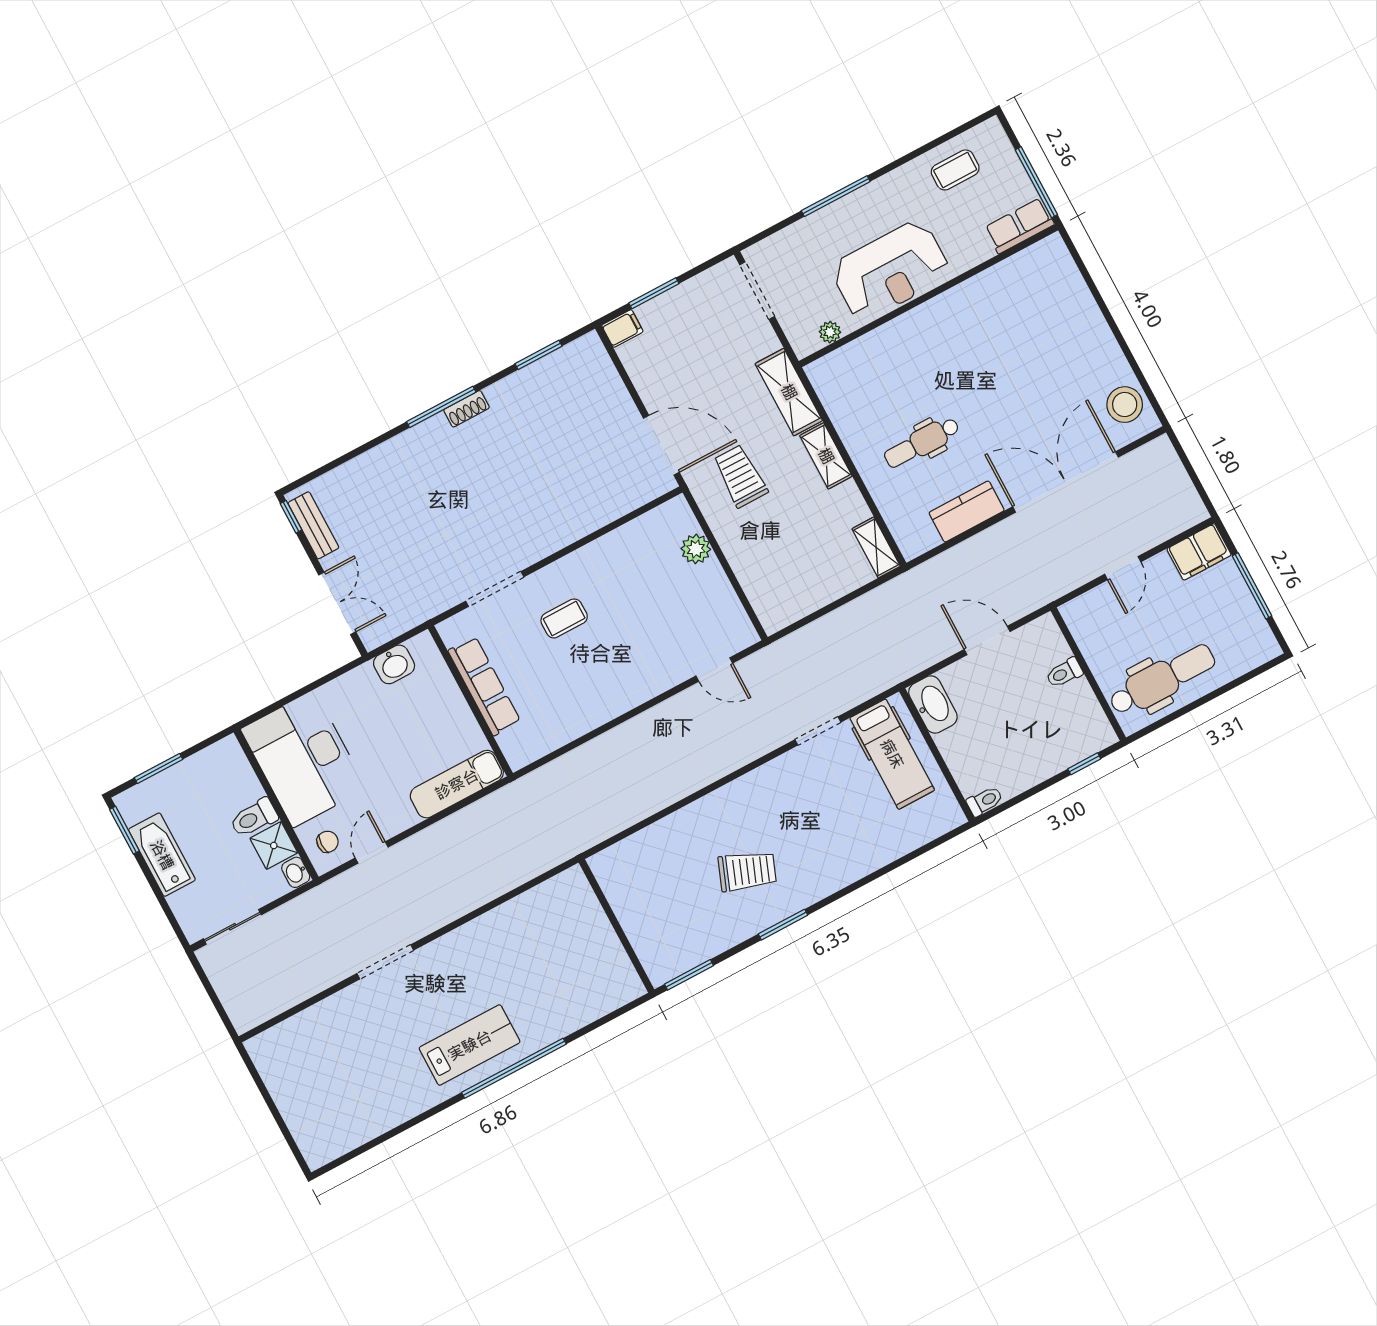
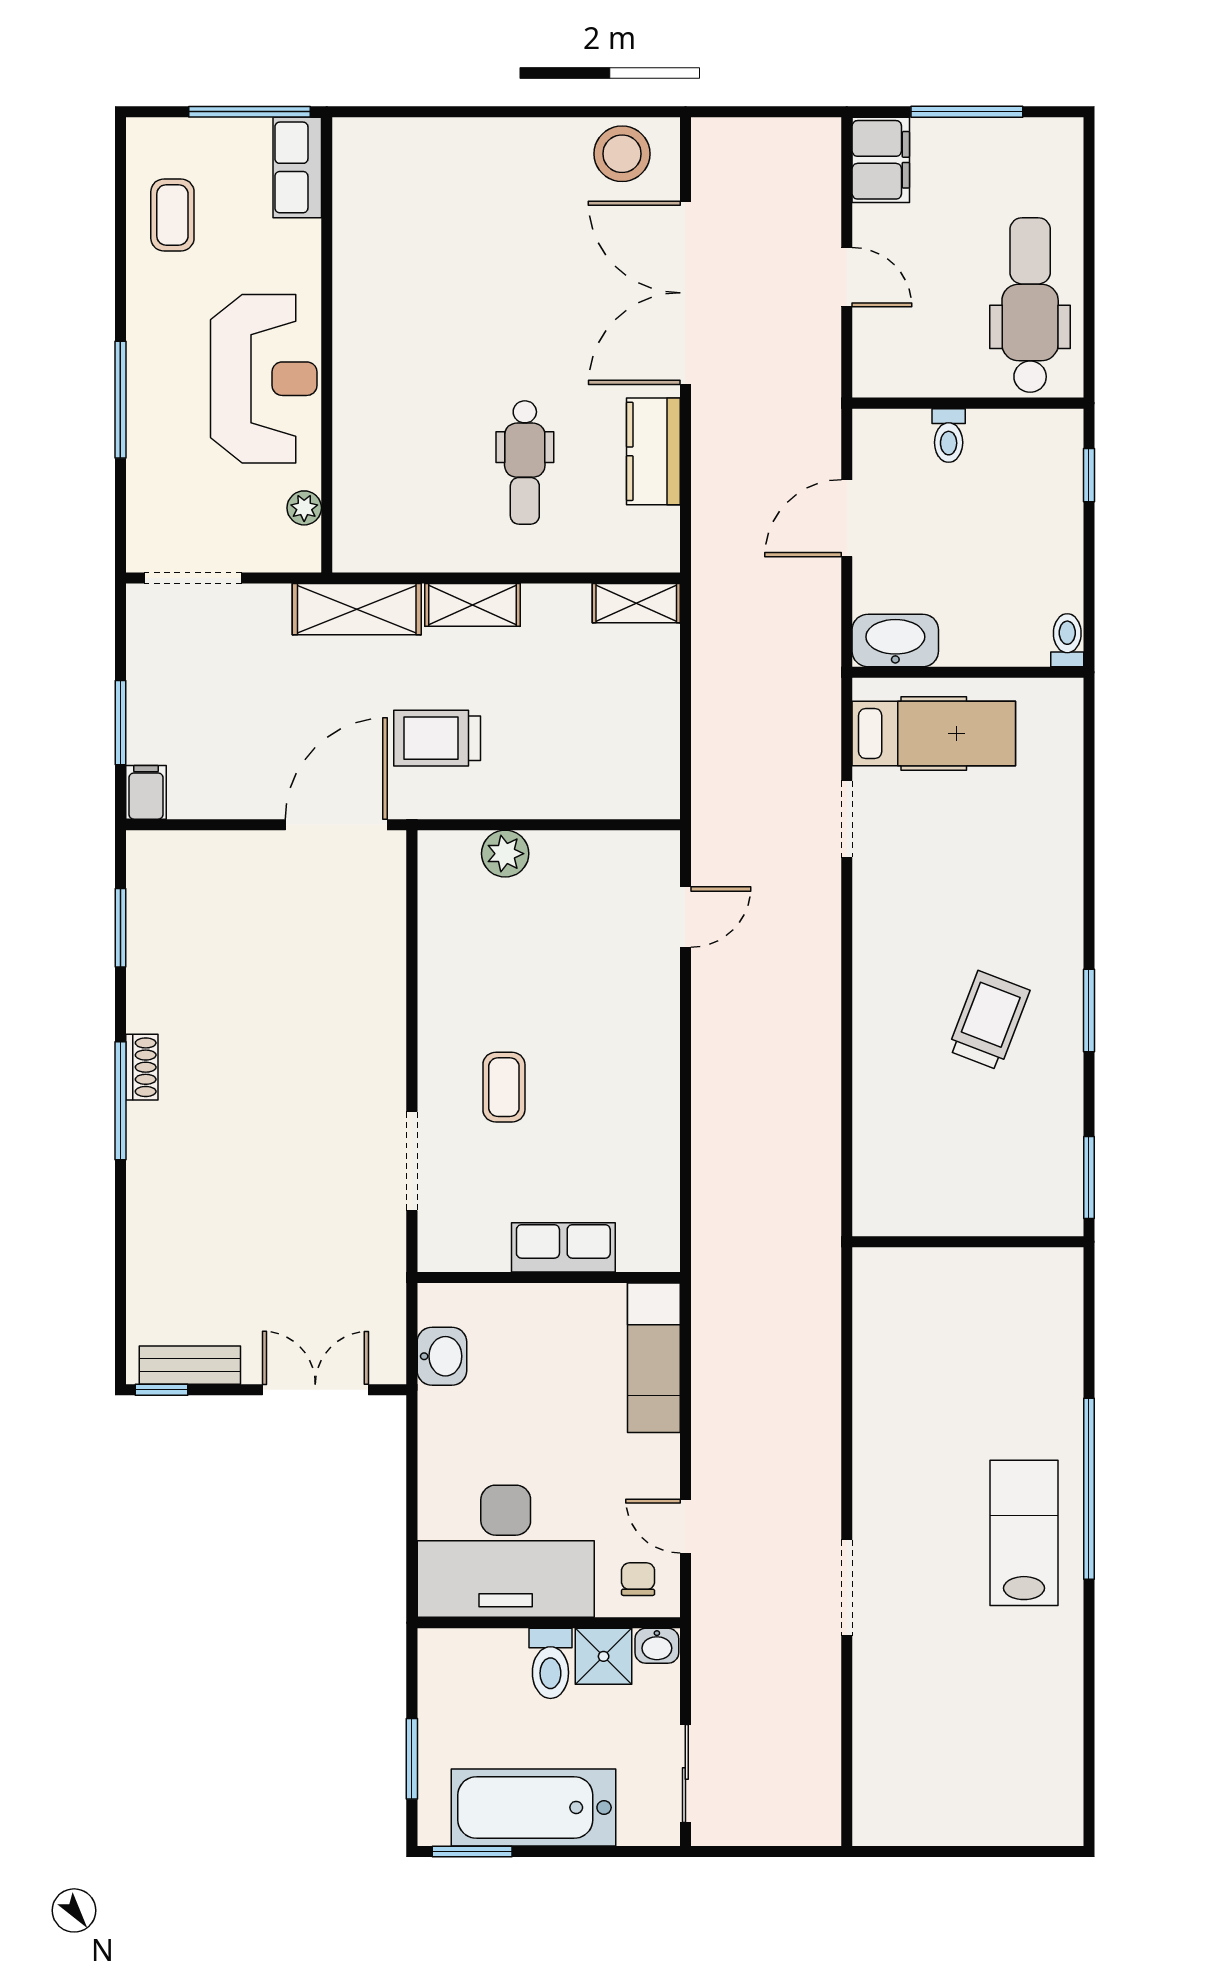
row of seats: (484, 686) -> (563, 1247), width x0.68
bathtub: (162, 855) -> (533, 1807), width x1.36, depth x1.36

